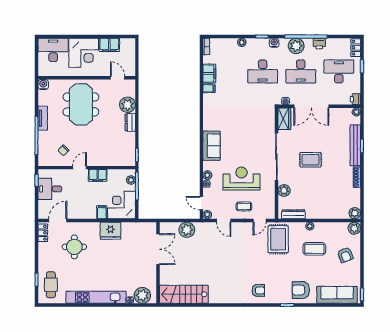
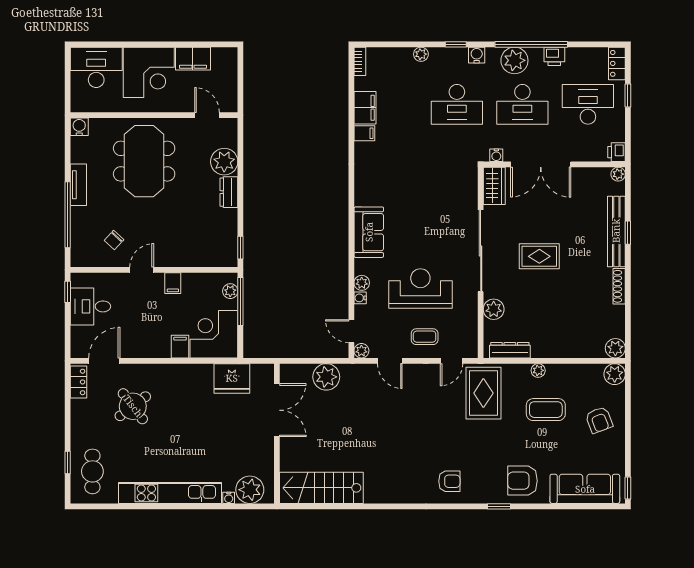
filing cabinet: (98, 175) -> (173, 283), width x0.50
fridge: (110, 231) -> (232, 378), moved
round table: (74, 247) -> (133, 406), turned -37

